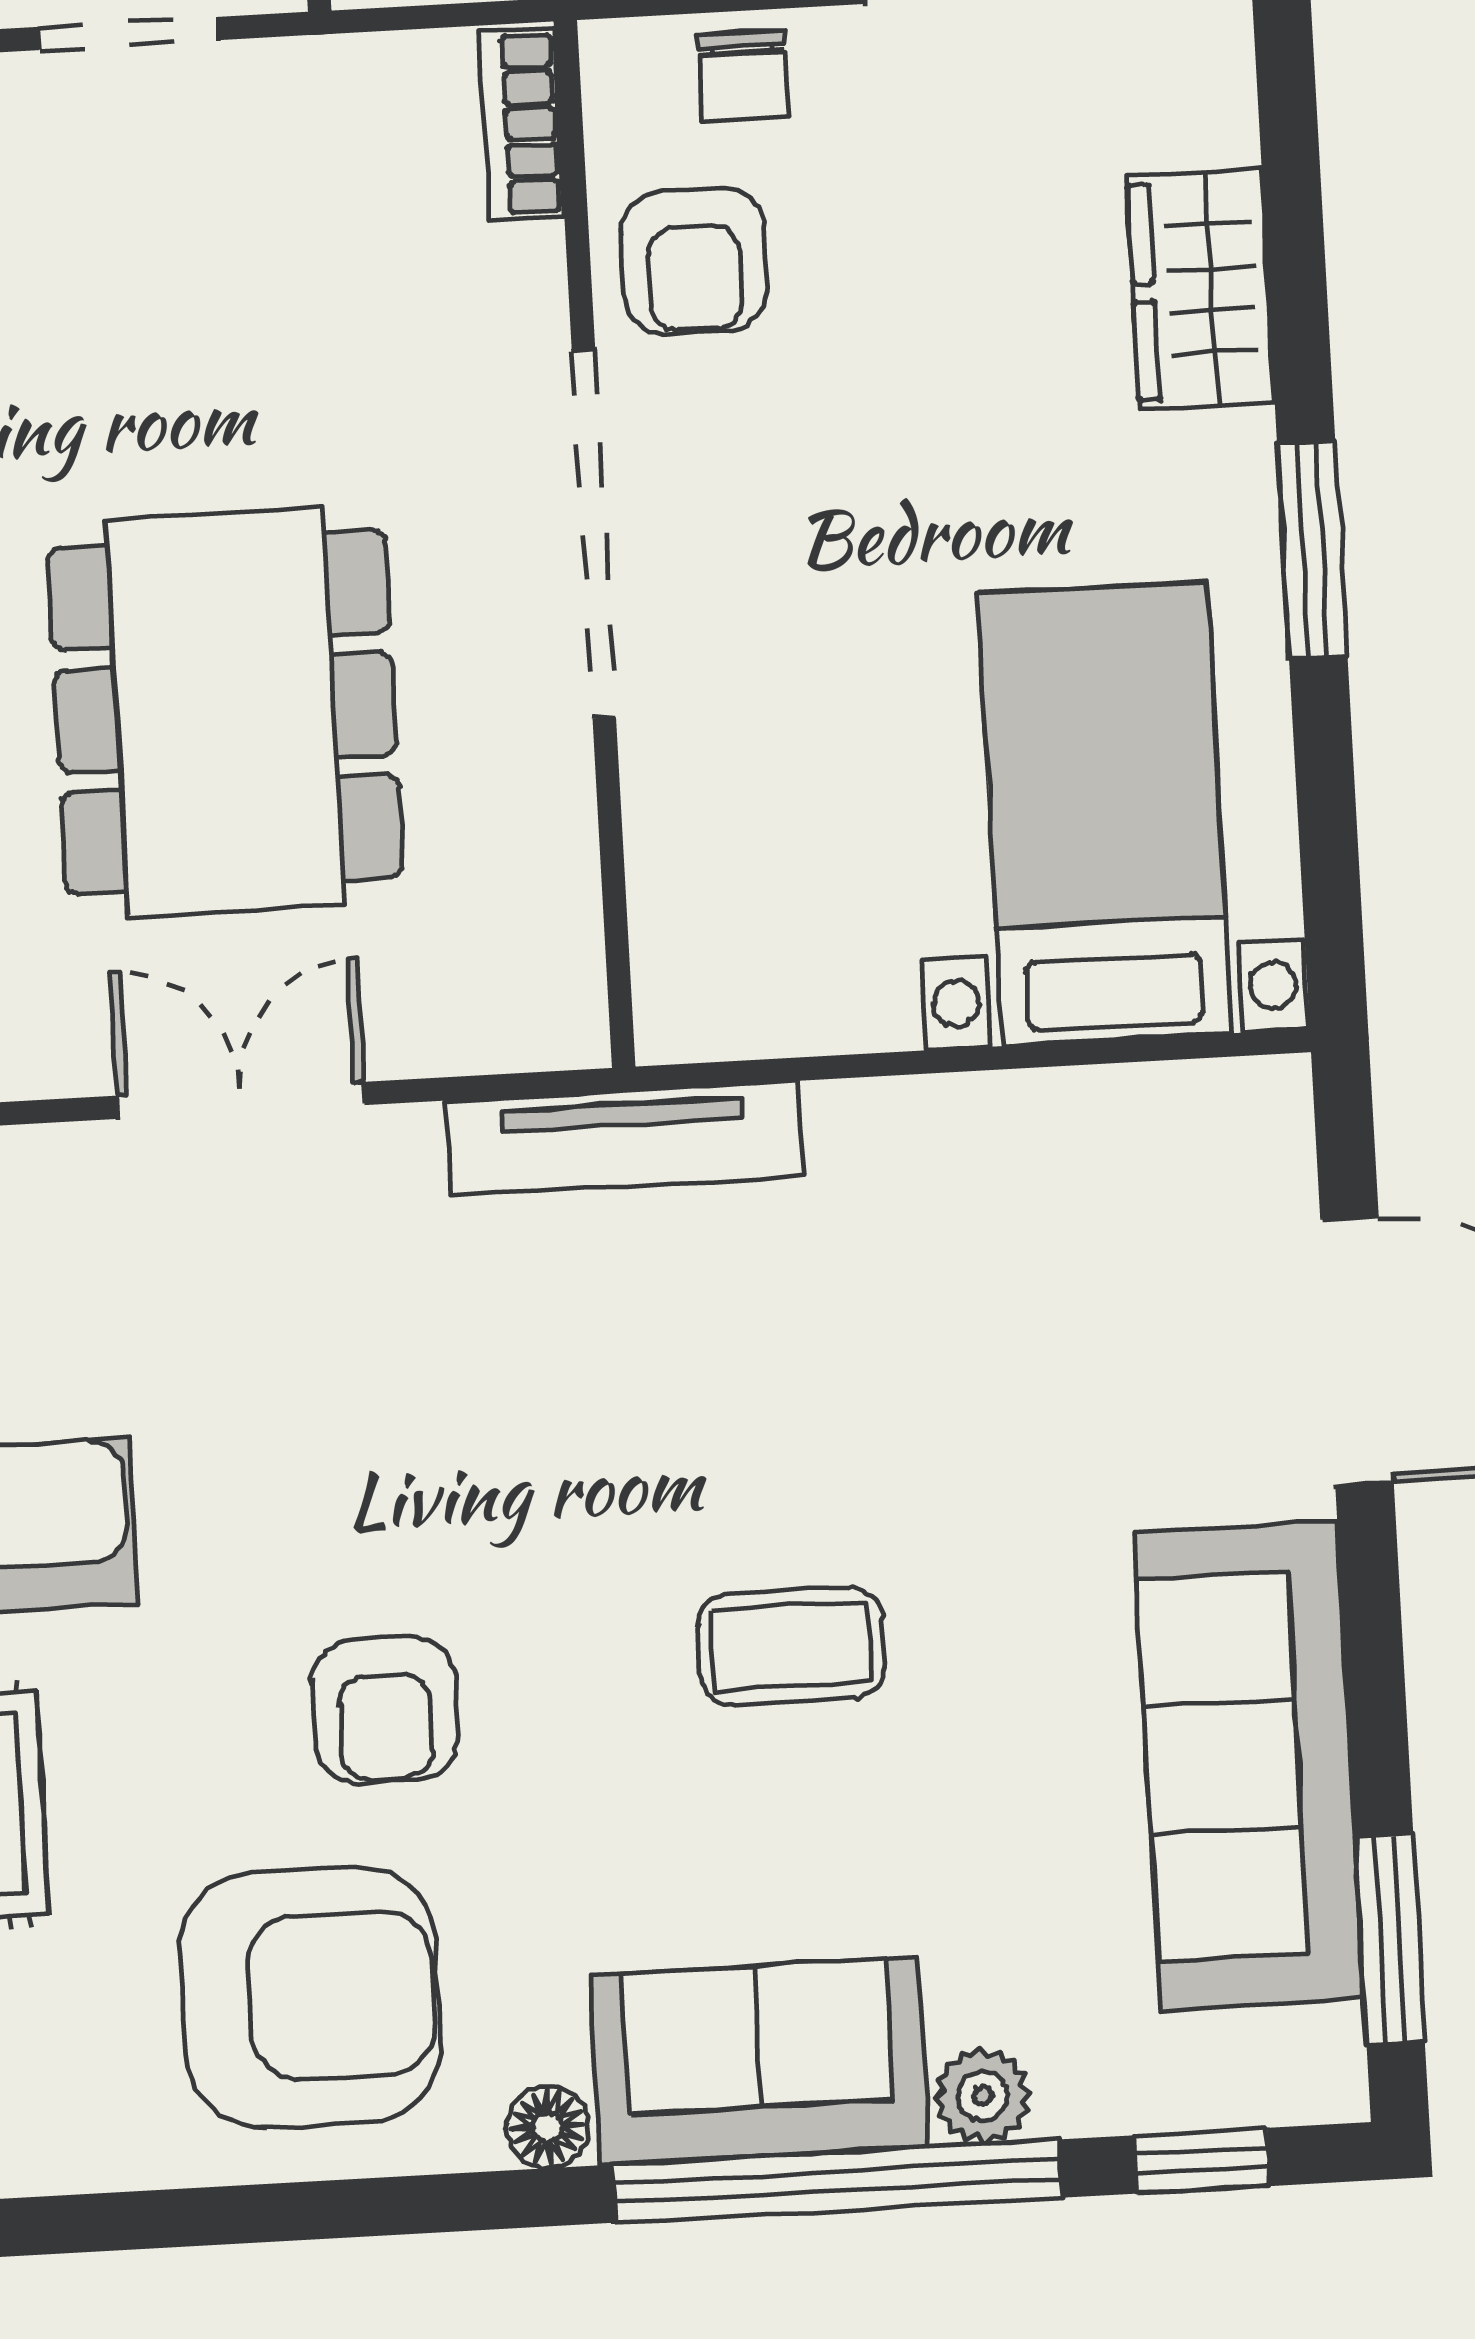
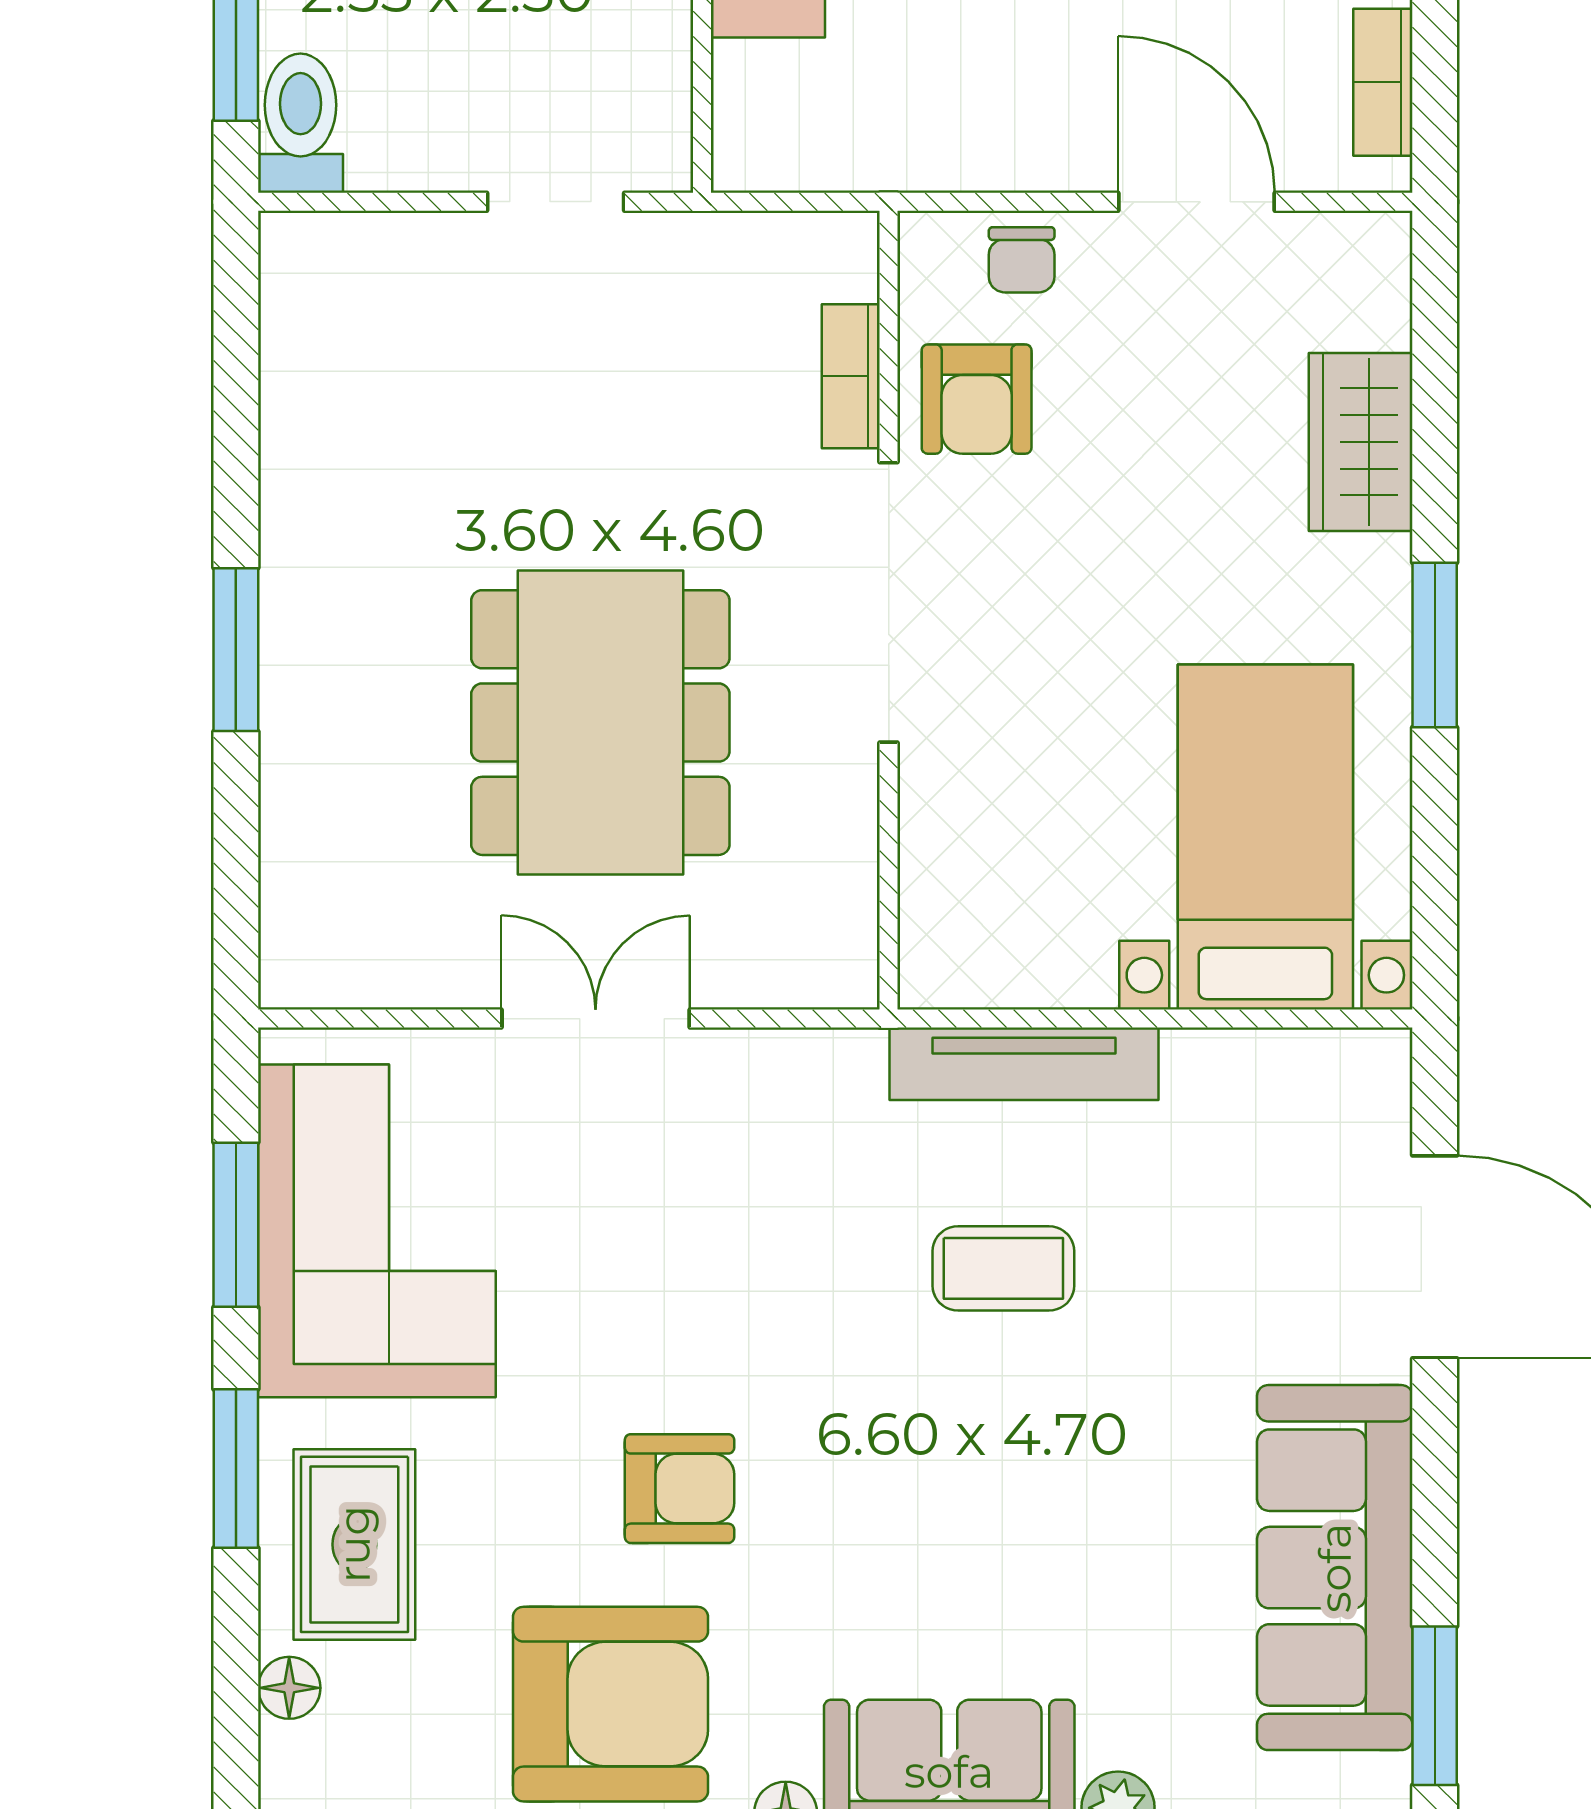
bookcase: (521, 124) -> (851, 376), moved
tv unit: (624, 1138) -> (1024, 1064), moved
coffee table: (791, 1646) -> (1003, 1268), moved
armchair: (385, 1710) -> (680, 1489), turned -90

